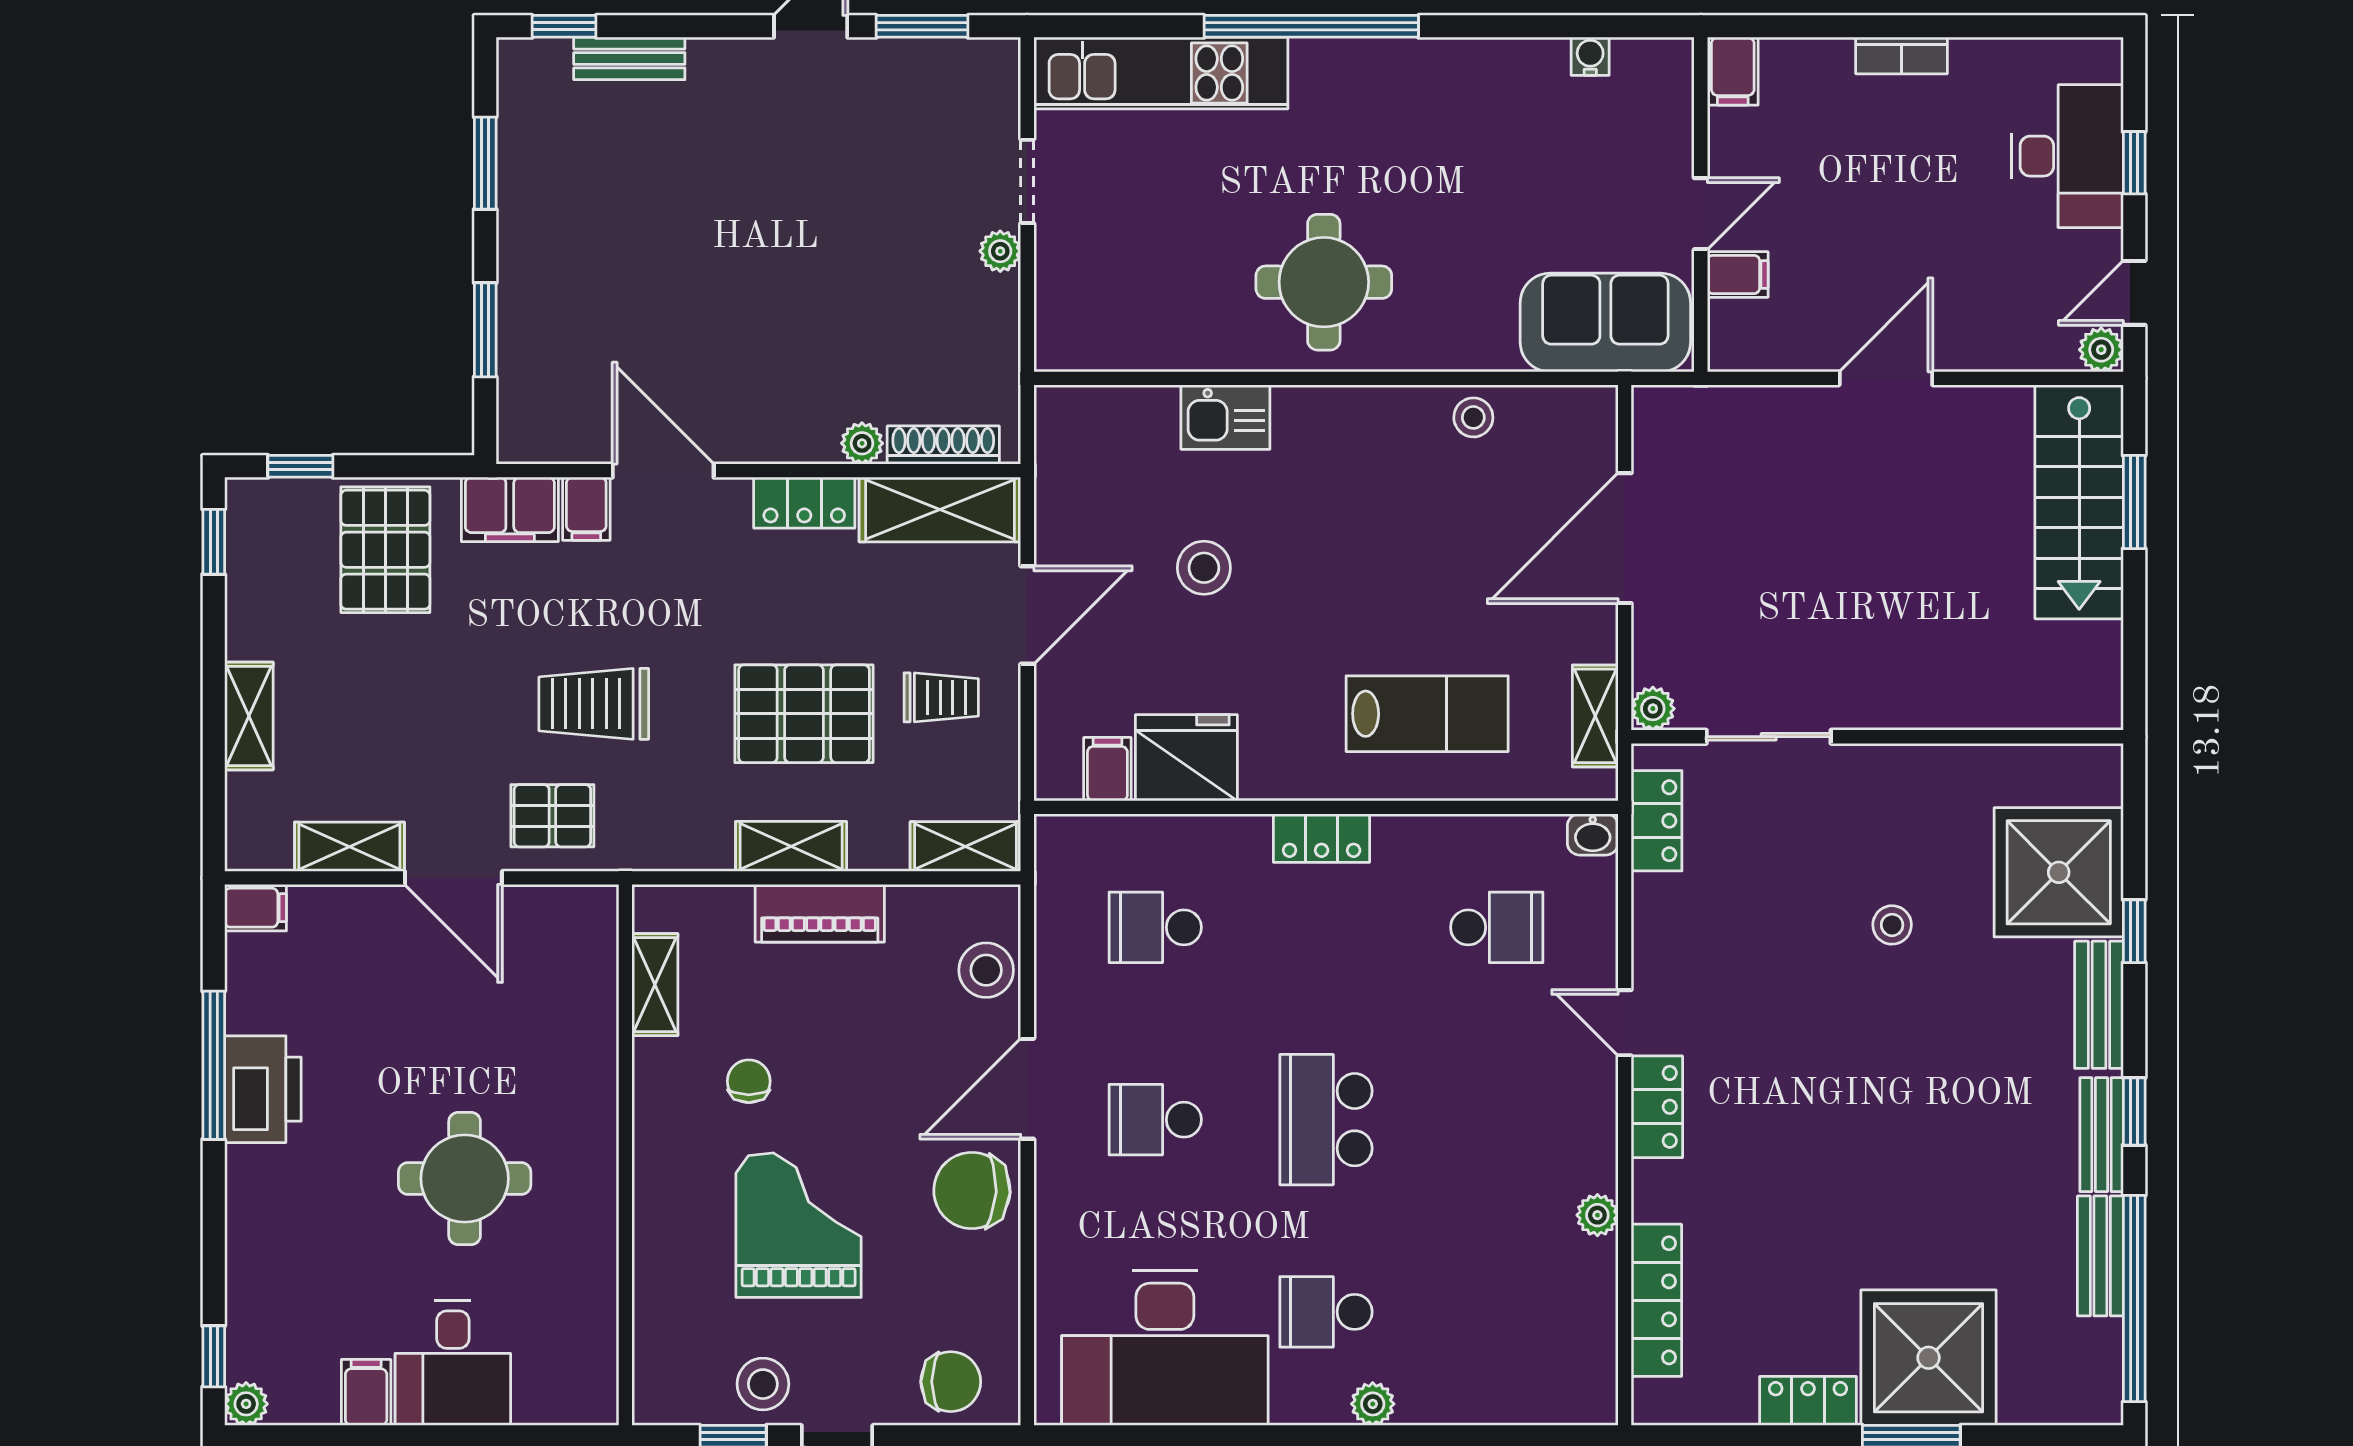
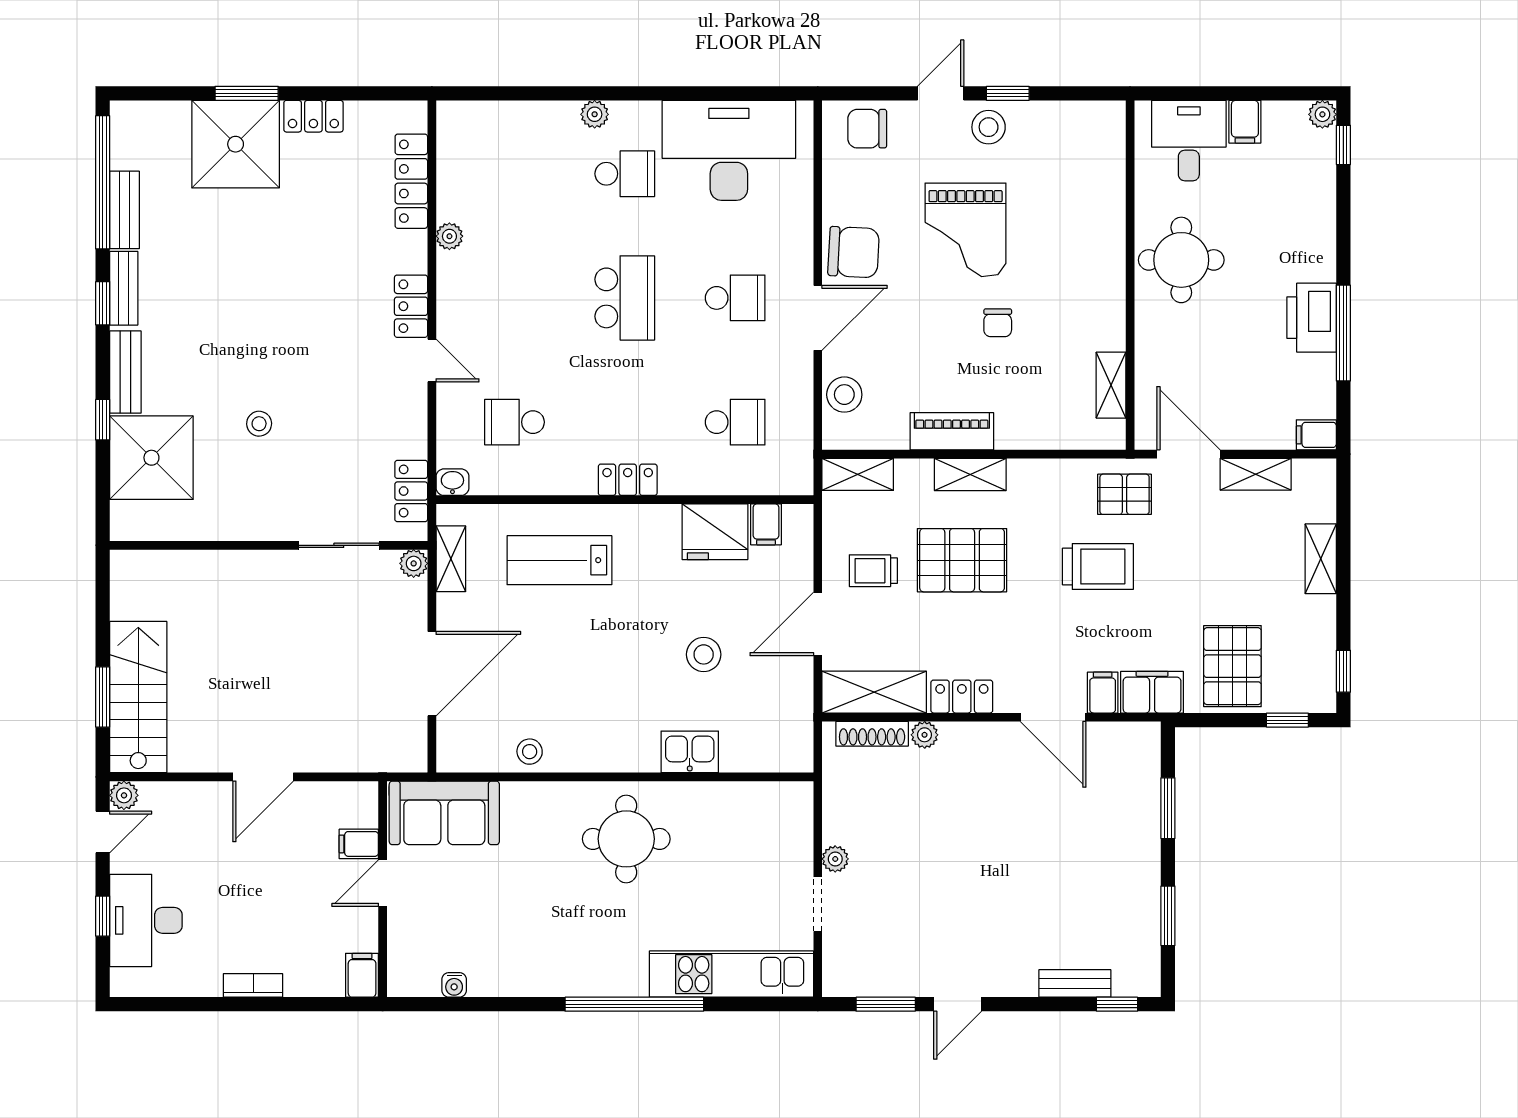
shelving: (655, 985) -> (1111, 385), moved
wall: (625, 1155) -> (1130, 275), moved

